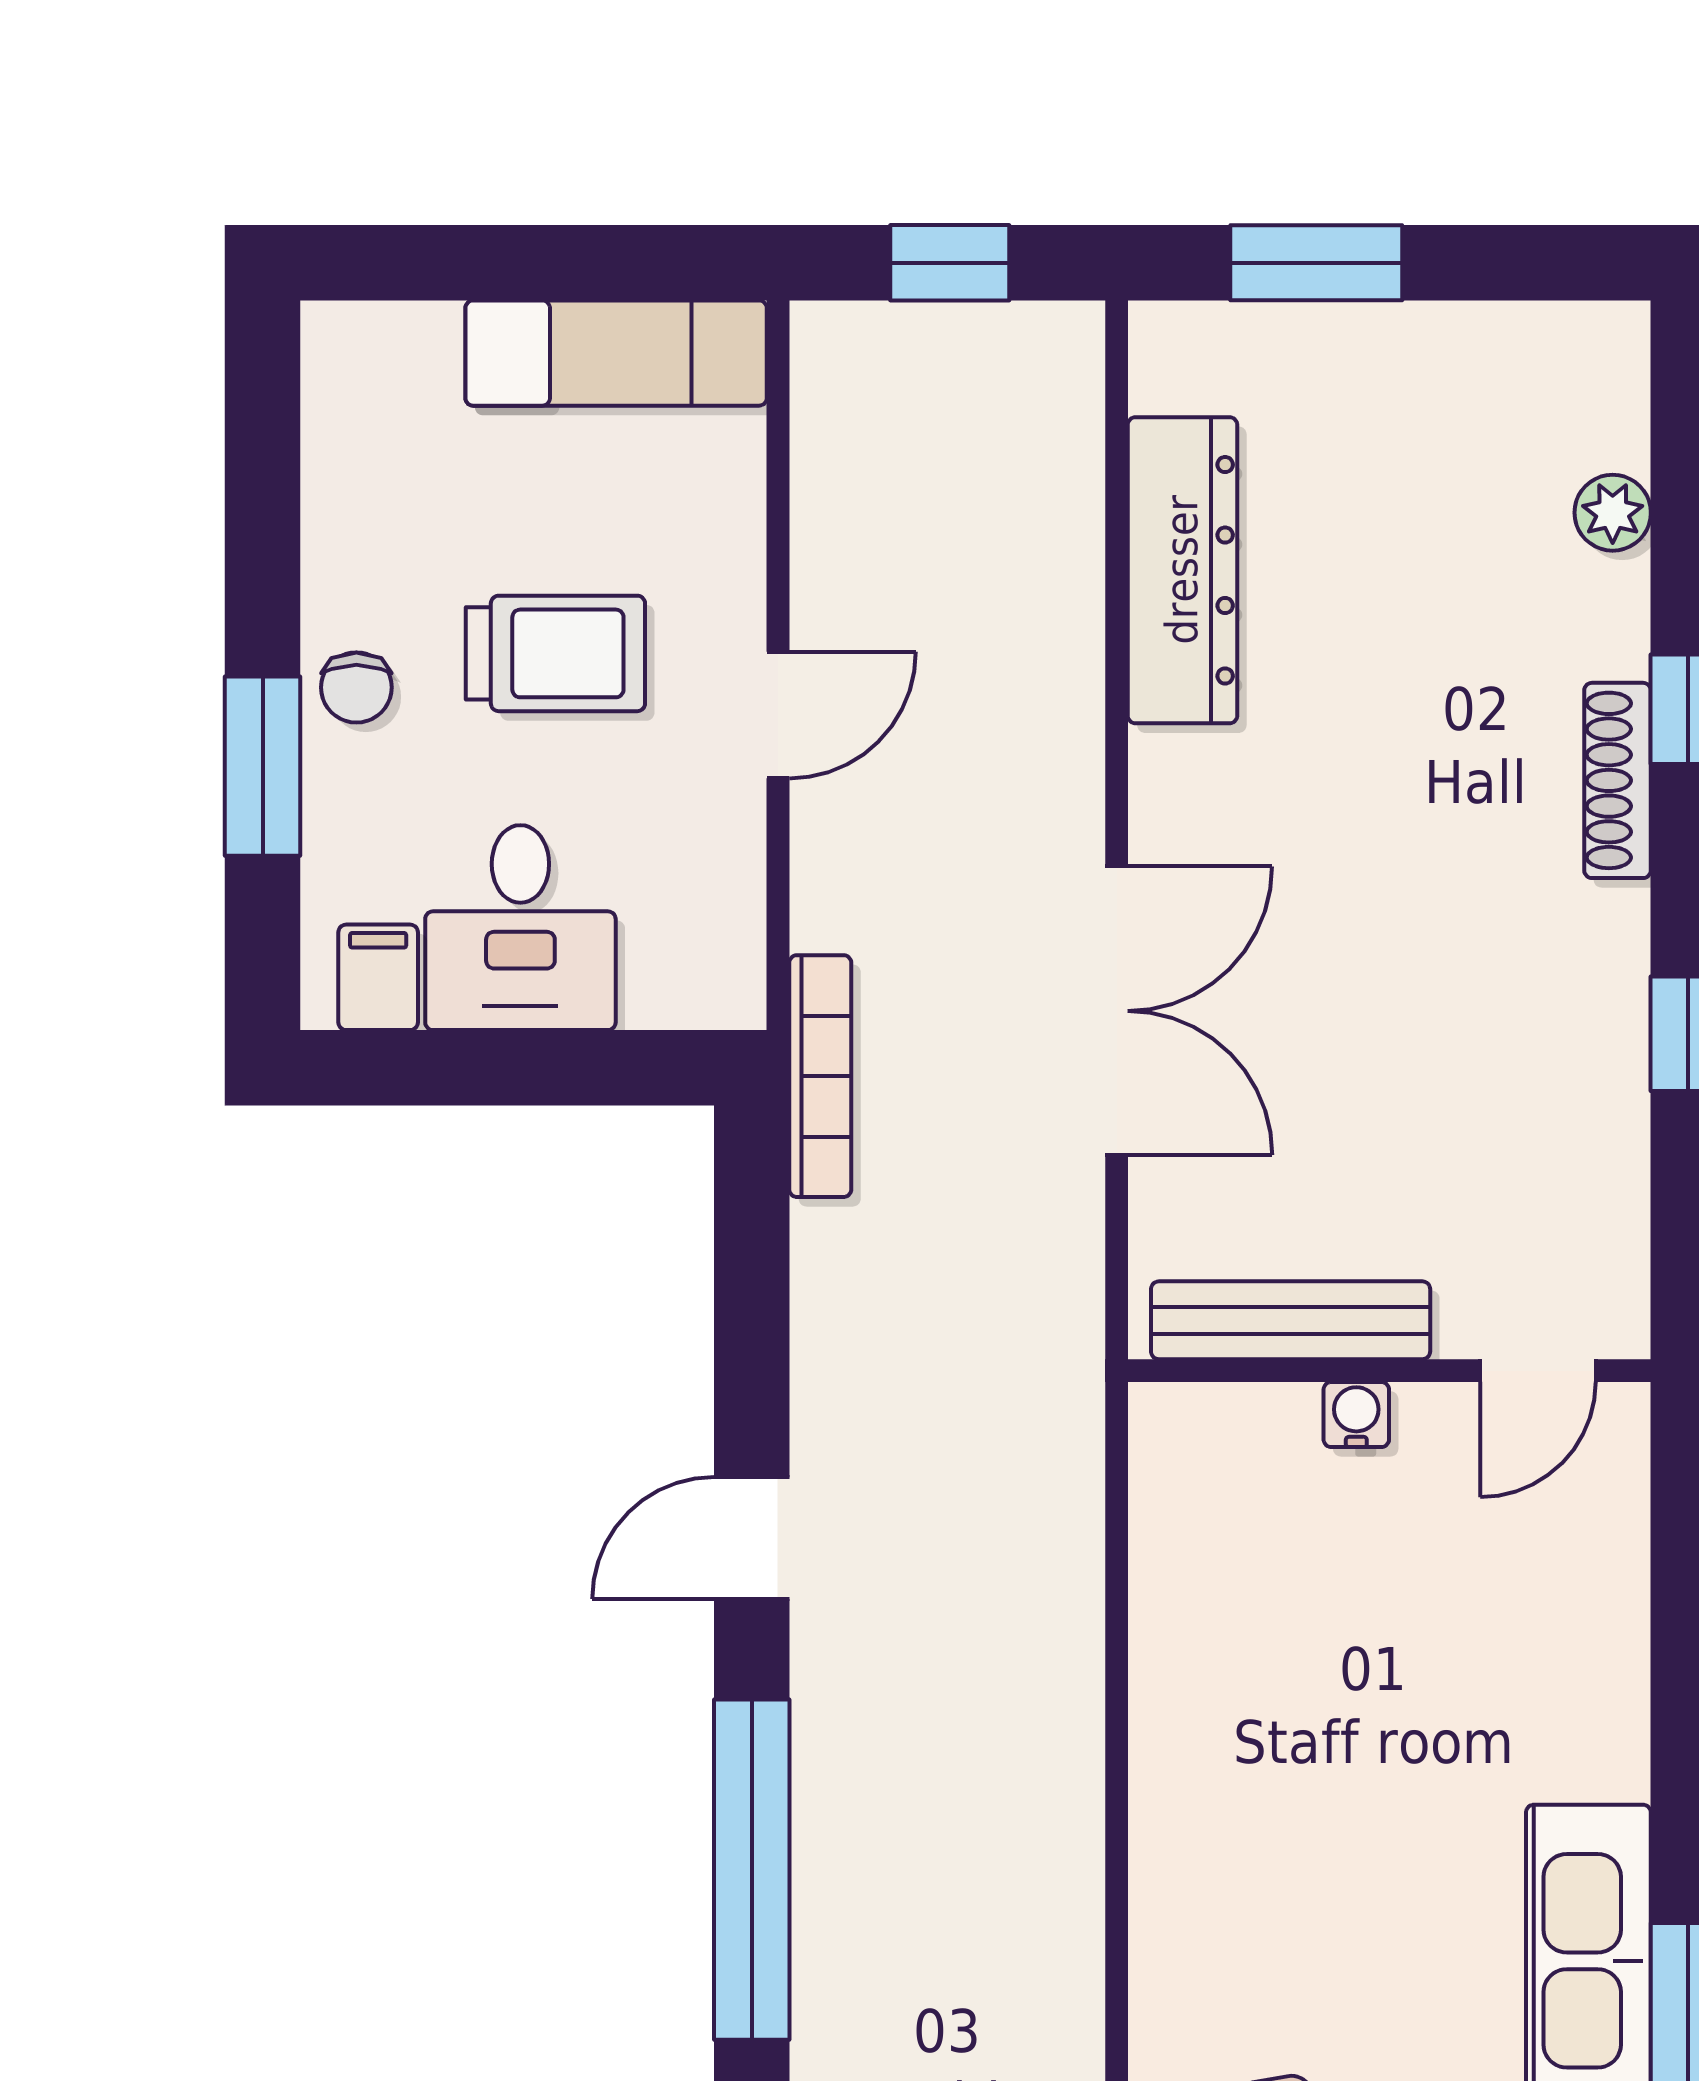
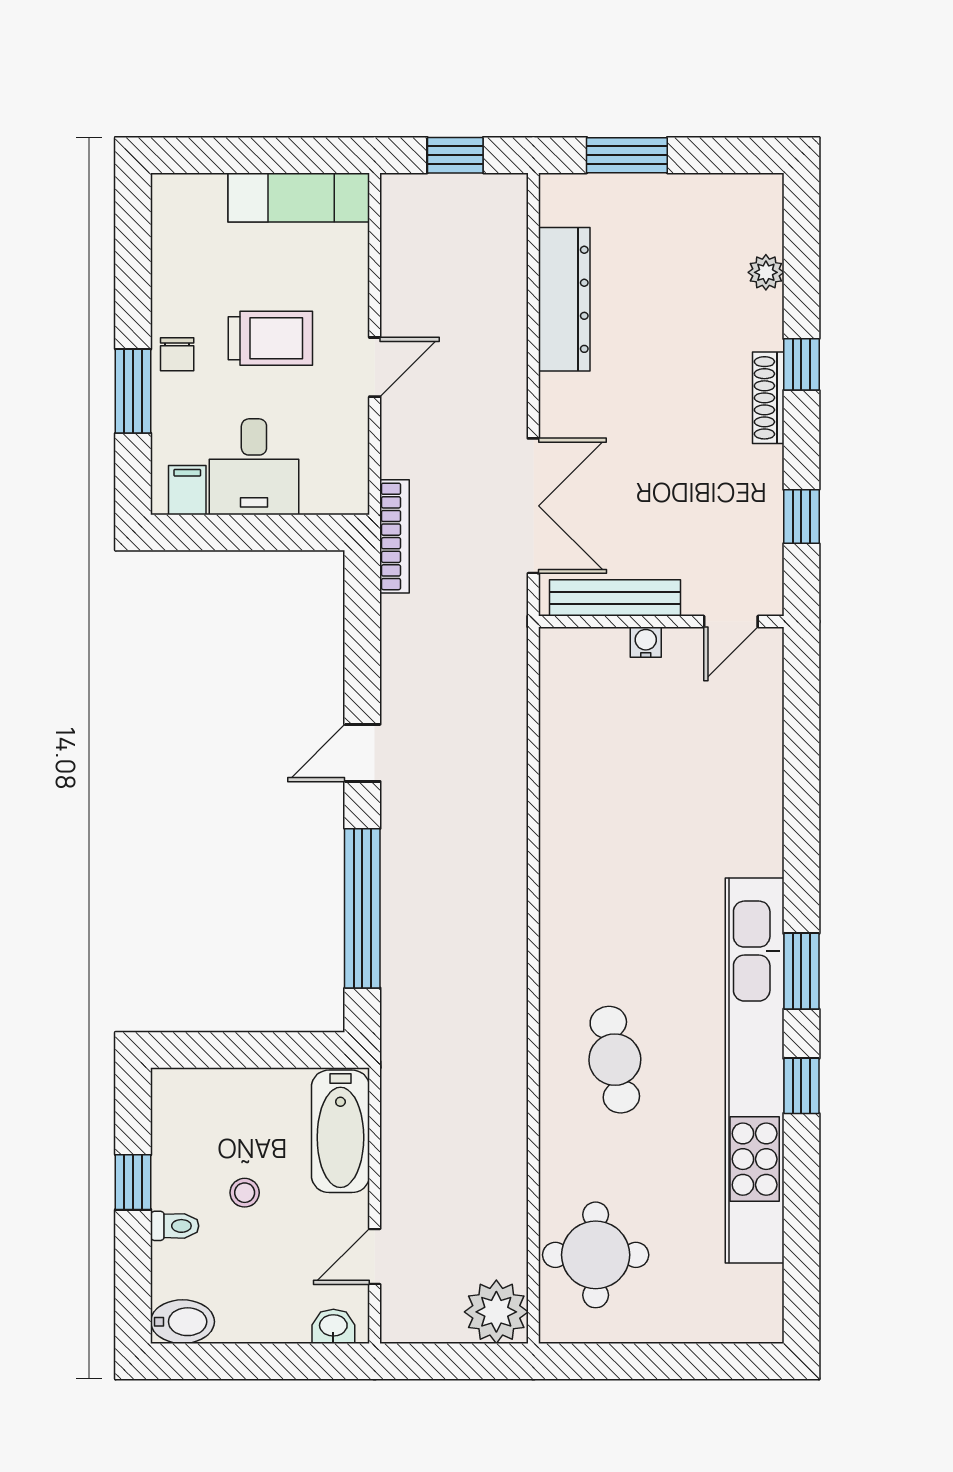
bench: (1291, 1320) -> (615, 598), moved
wall: (1389, 1371) -> (661, 622), moved
door: (1538, 1371) -> (731, 622), moved
water cooler: (1356, 1415) -> (646, 642), moved

